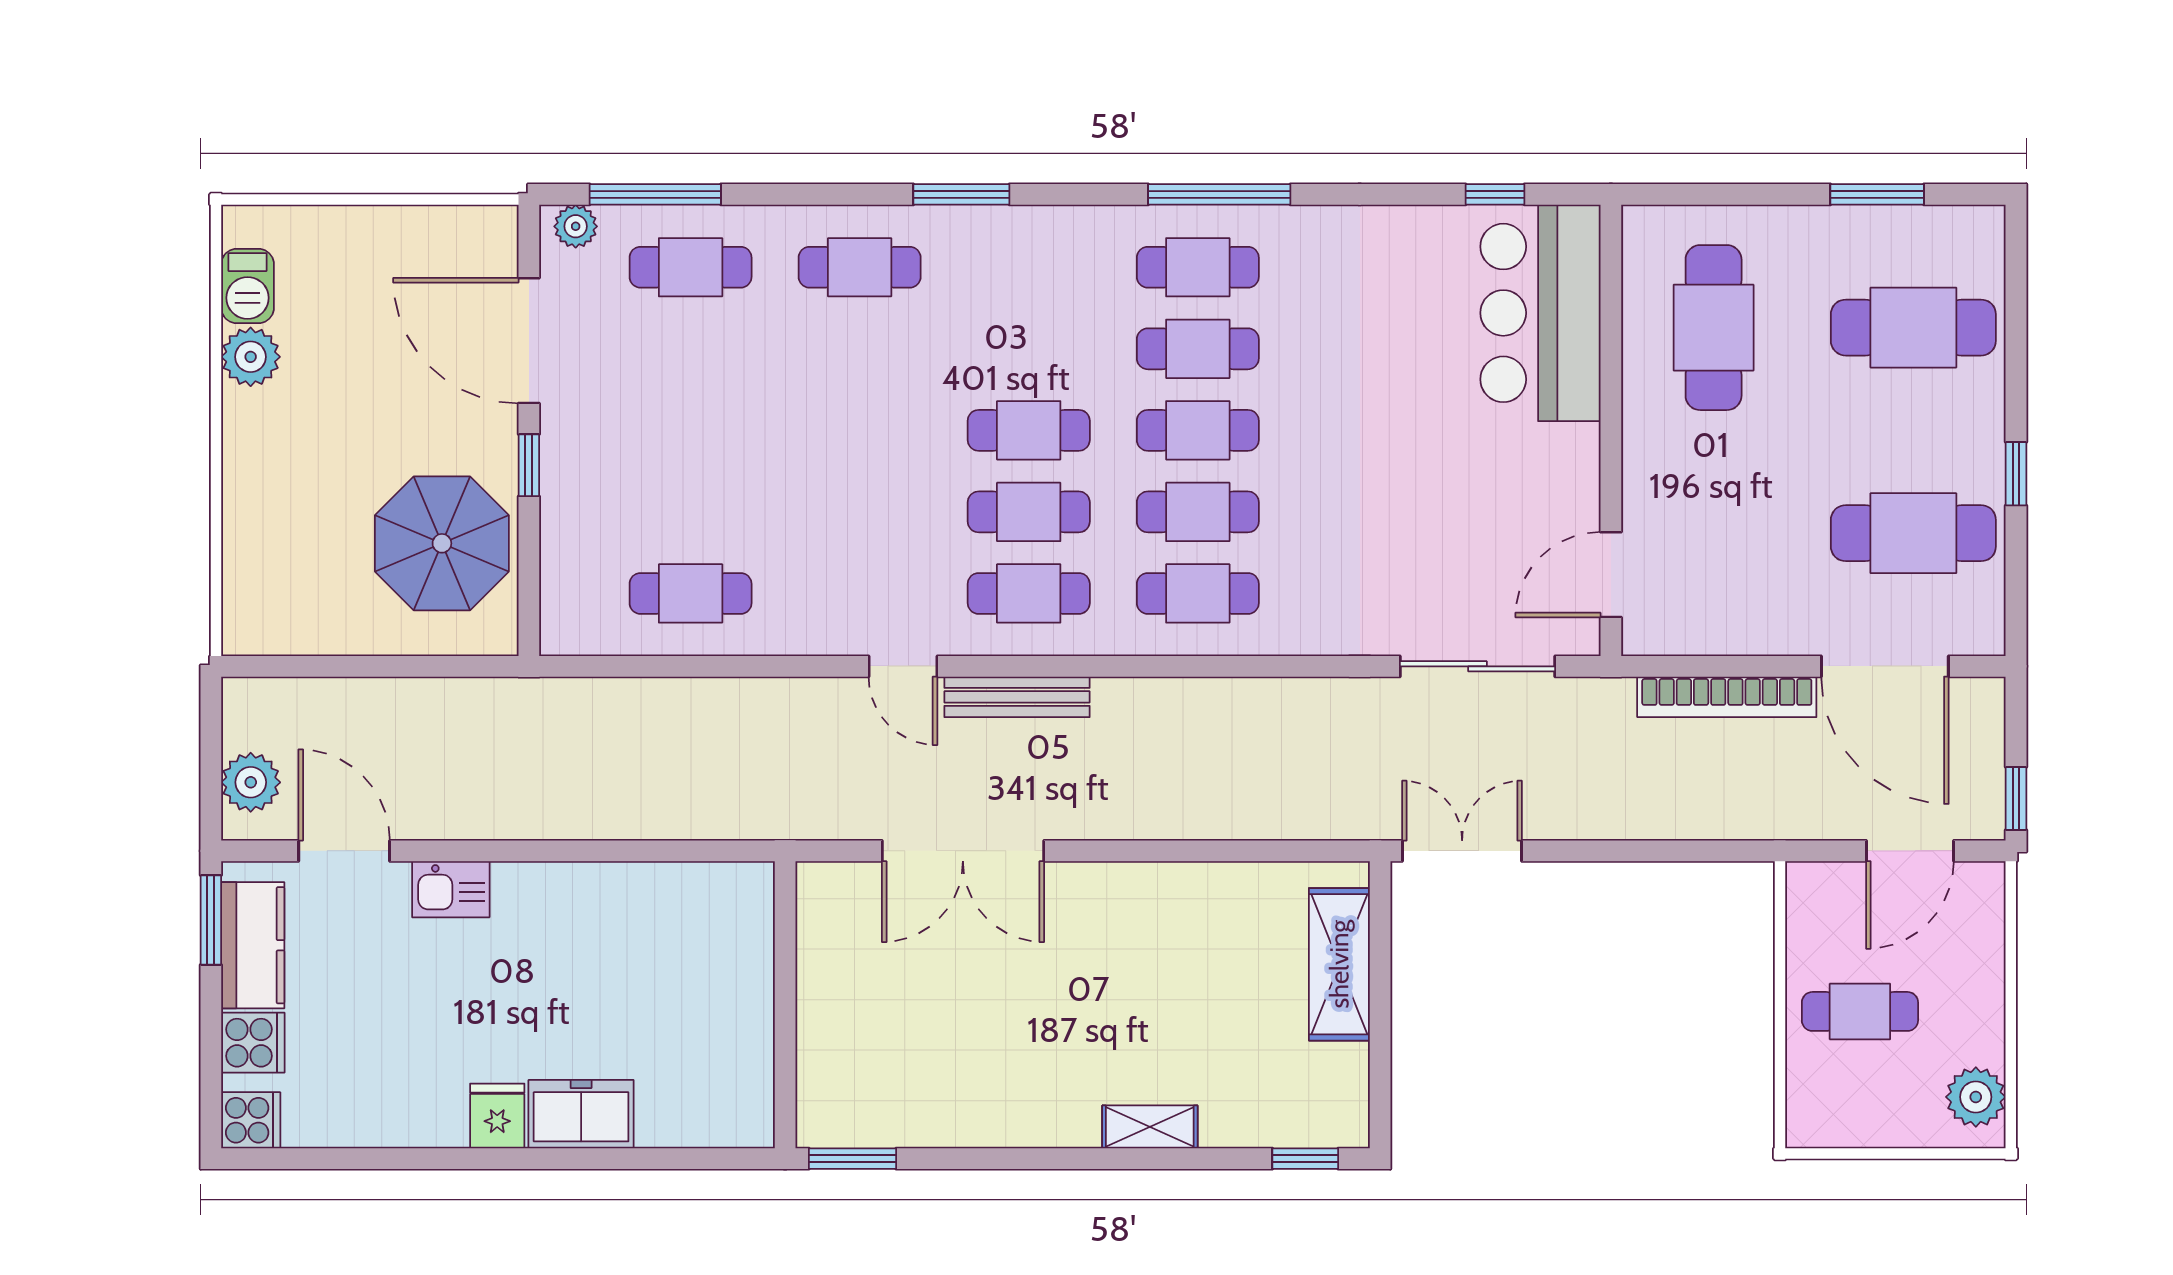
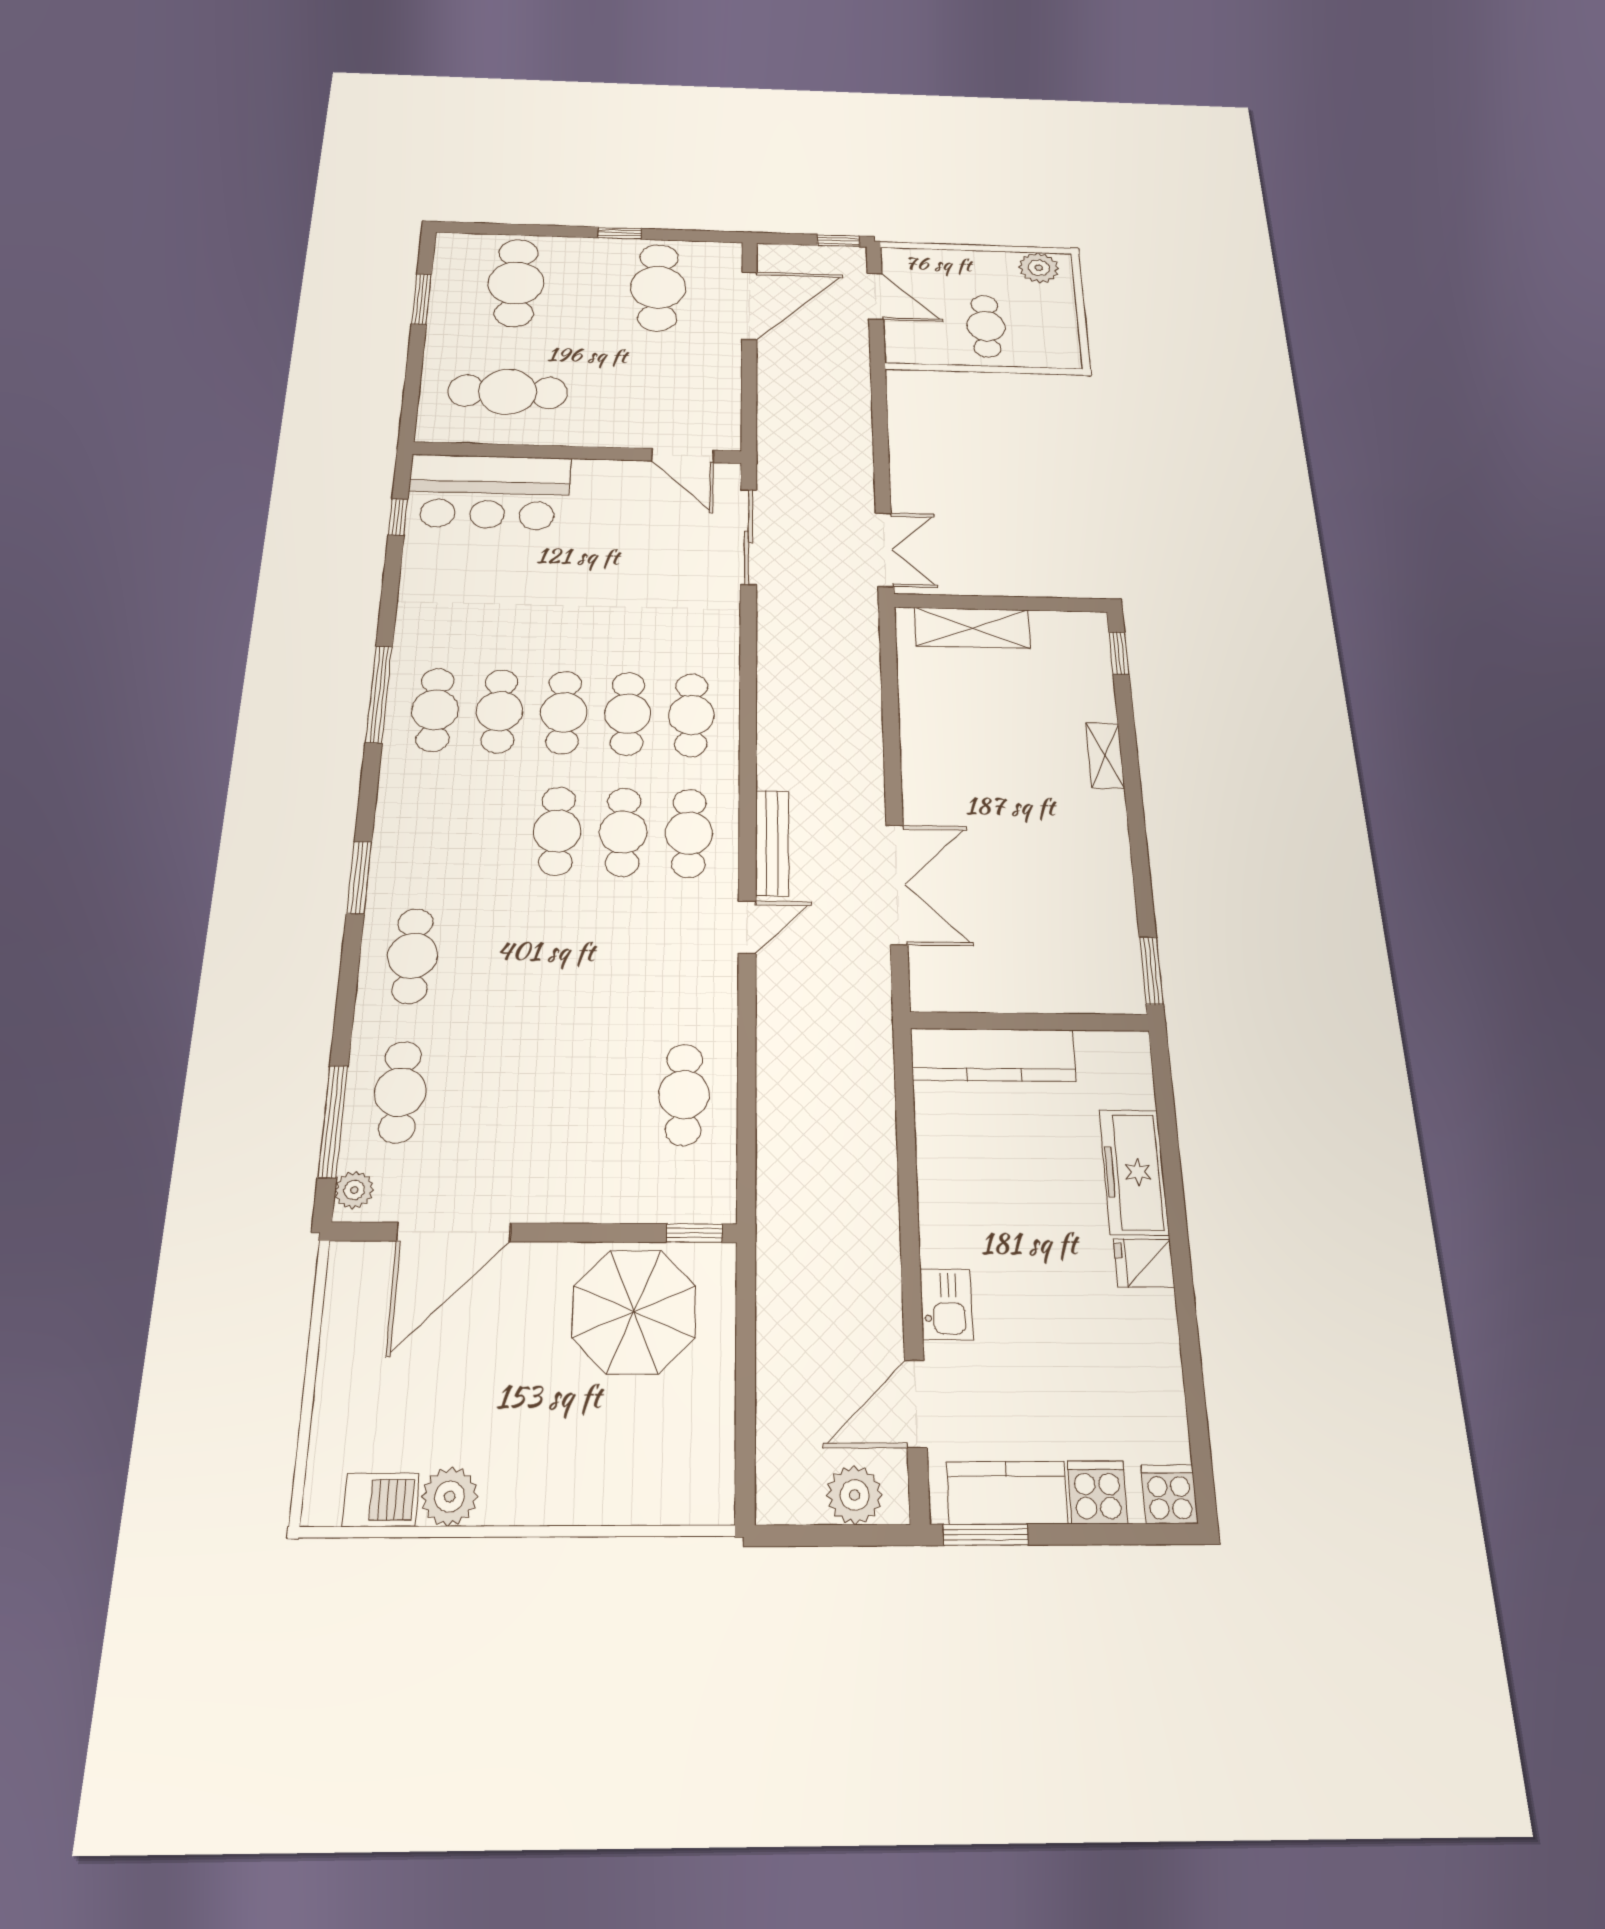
window: (529, 465) -> (694, 1233), moved
bookcase: (1727, 697) -> (771, 392), removed
double door: (1462, 851) -> (885, 550), swing flipped
kitchen counter: (743, 958) -> (993, 1055), added
freezer: (581, 1114) -> (1134, 1172), width x1.40

